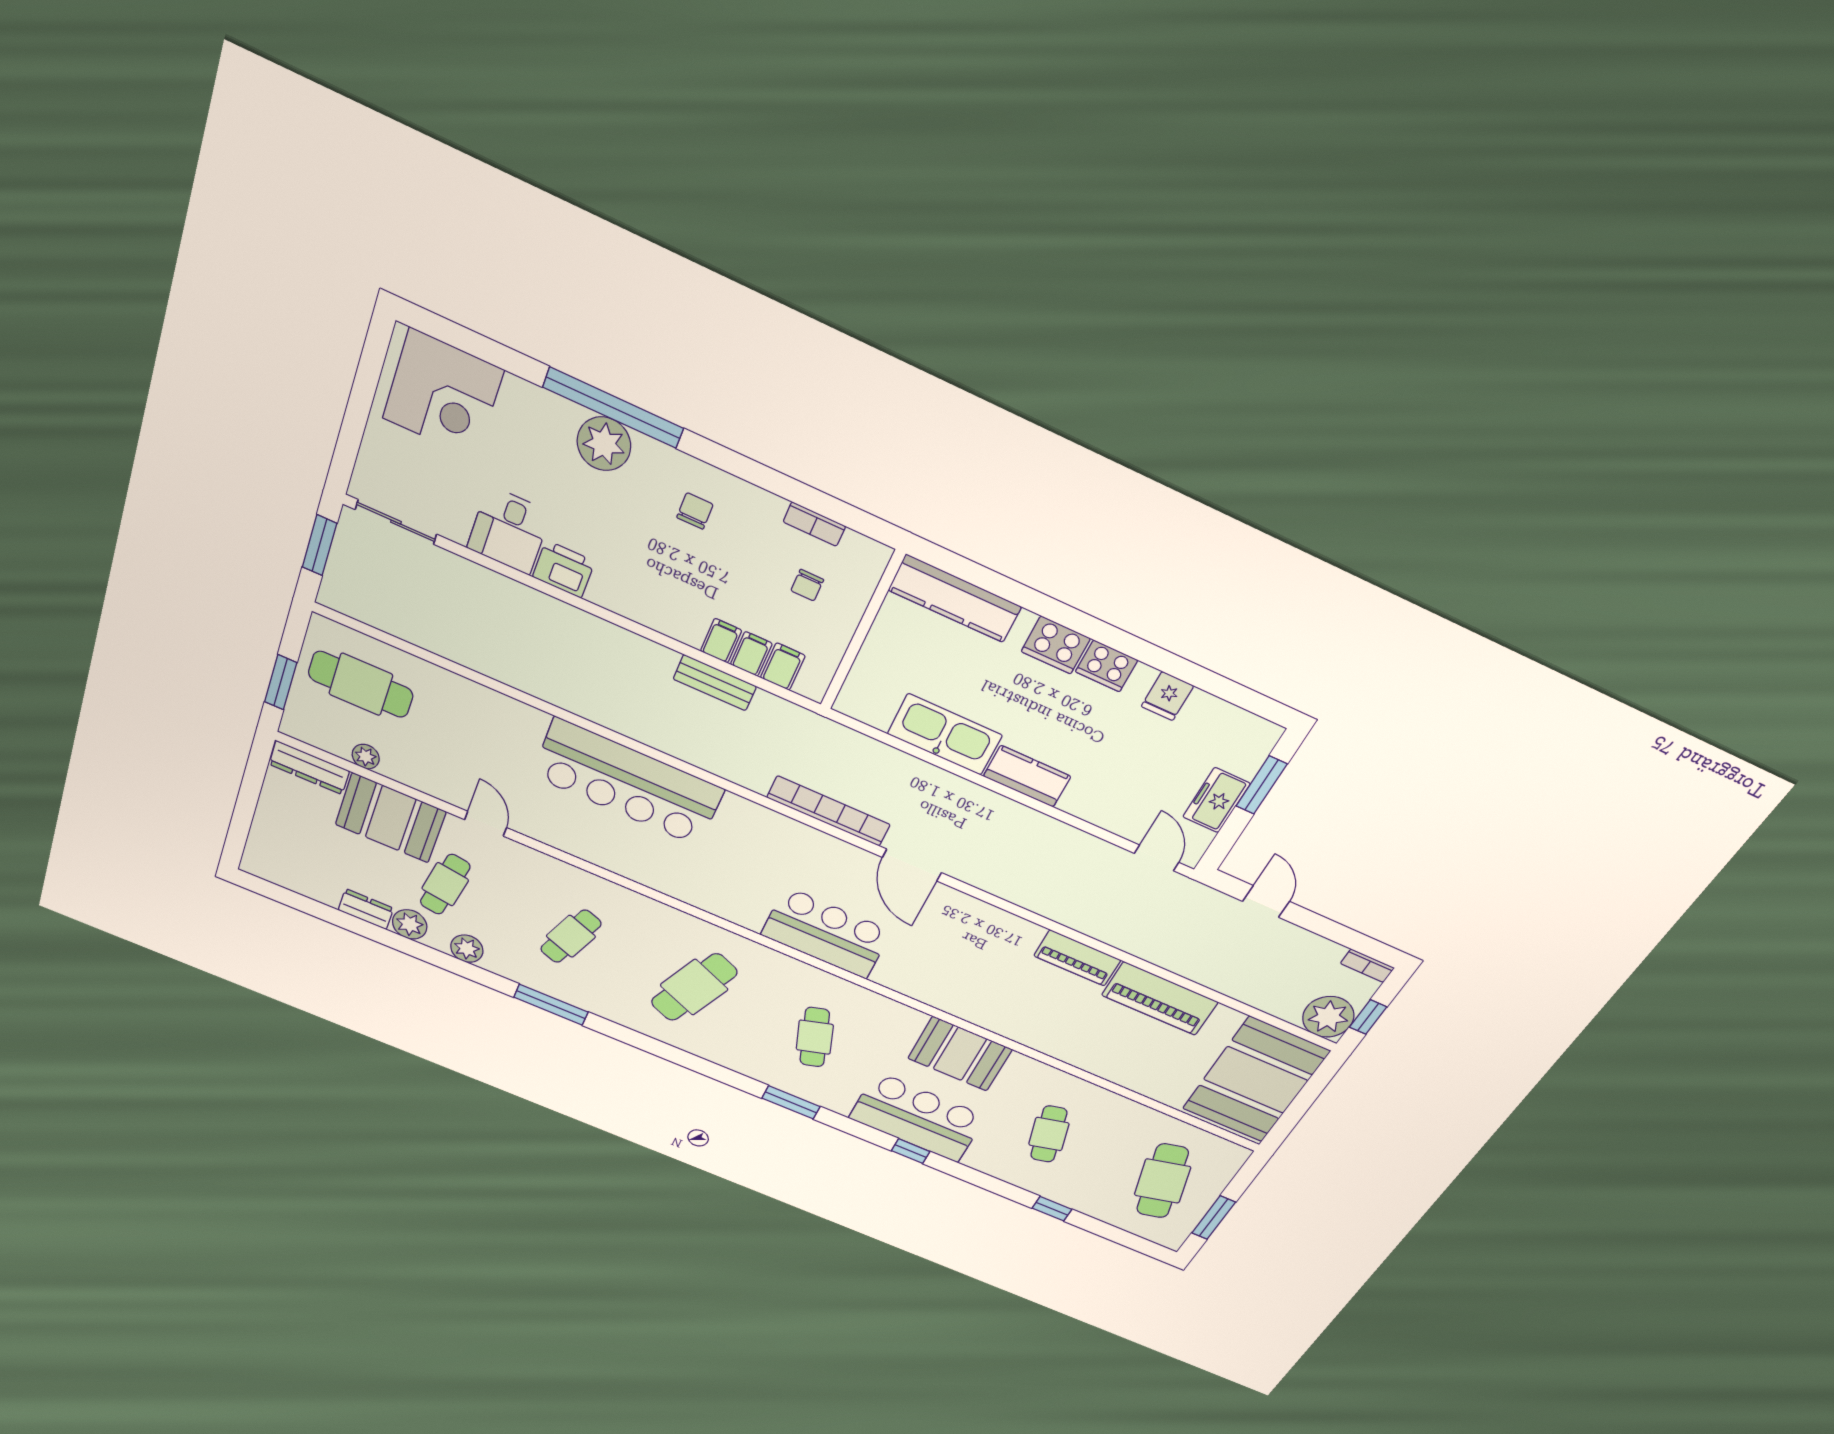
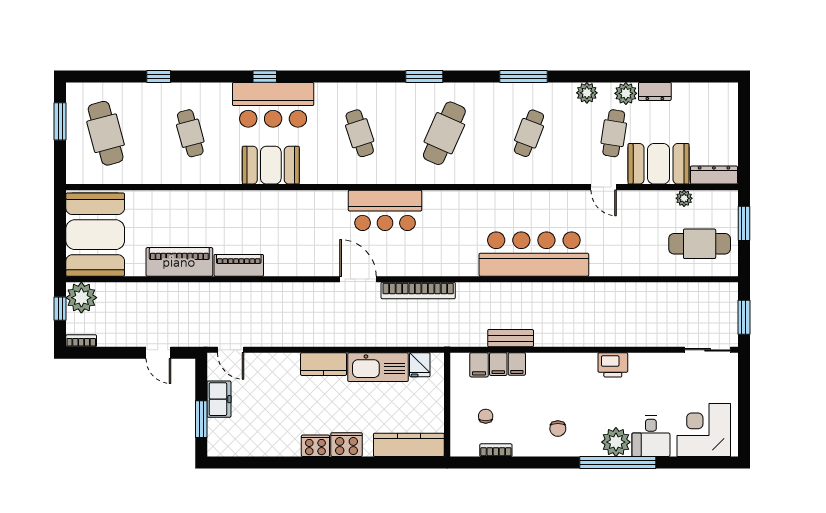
desk: (509, 530) -> (651, 436), moved, turned 180
fridge: (1167, 696) -> (420, 365), moved, turned 180
window: (791, 1102) -> (424, 76), moved

